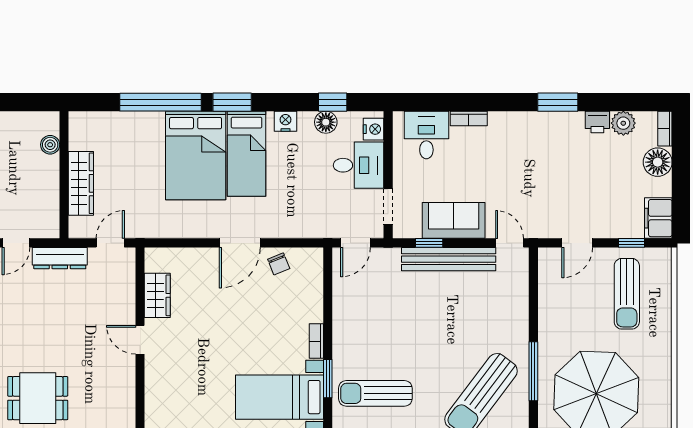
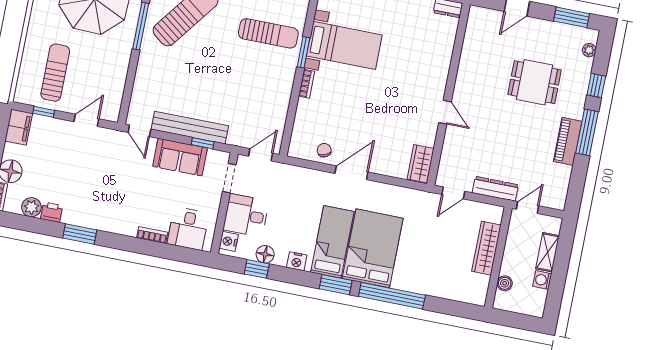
boiler: (50, 145) -> (505, 283), moved
wall: (64, 175) -> (498, 257), moved
wardrobe: (81, 183) -> (486, 248), moved
wardrobe: (157, 295) -> (421, 164), moved

